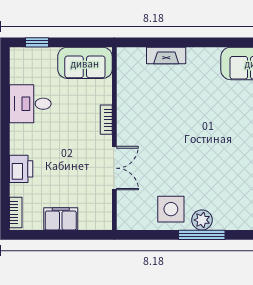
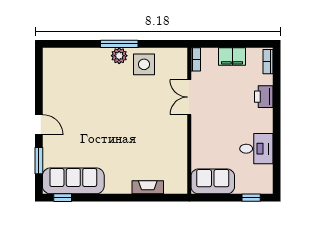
bookcase: (106, 120) -> (196, 59), moved

